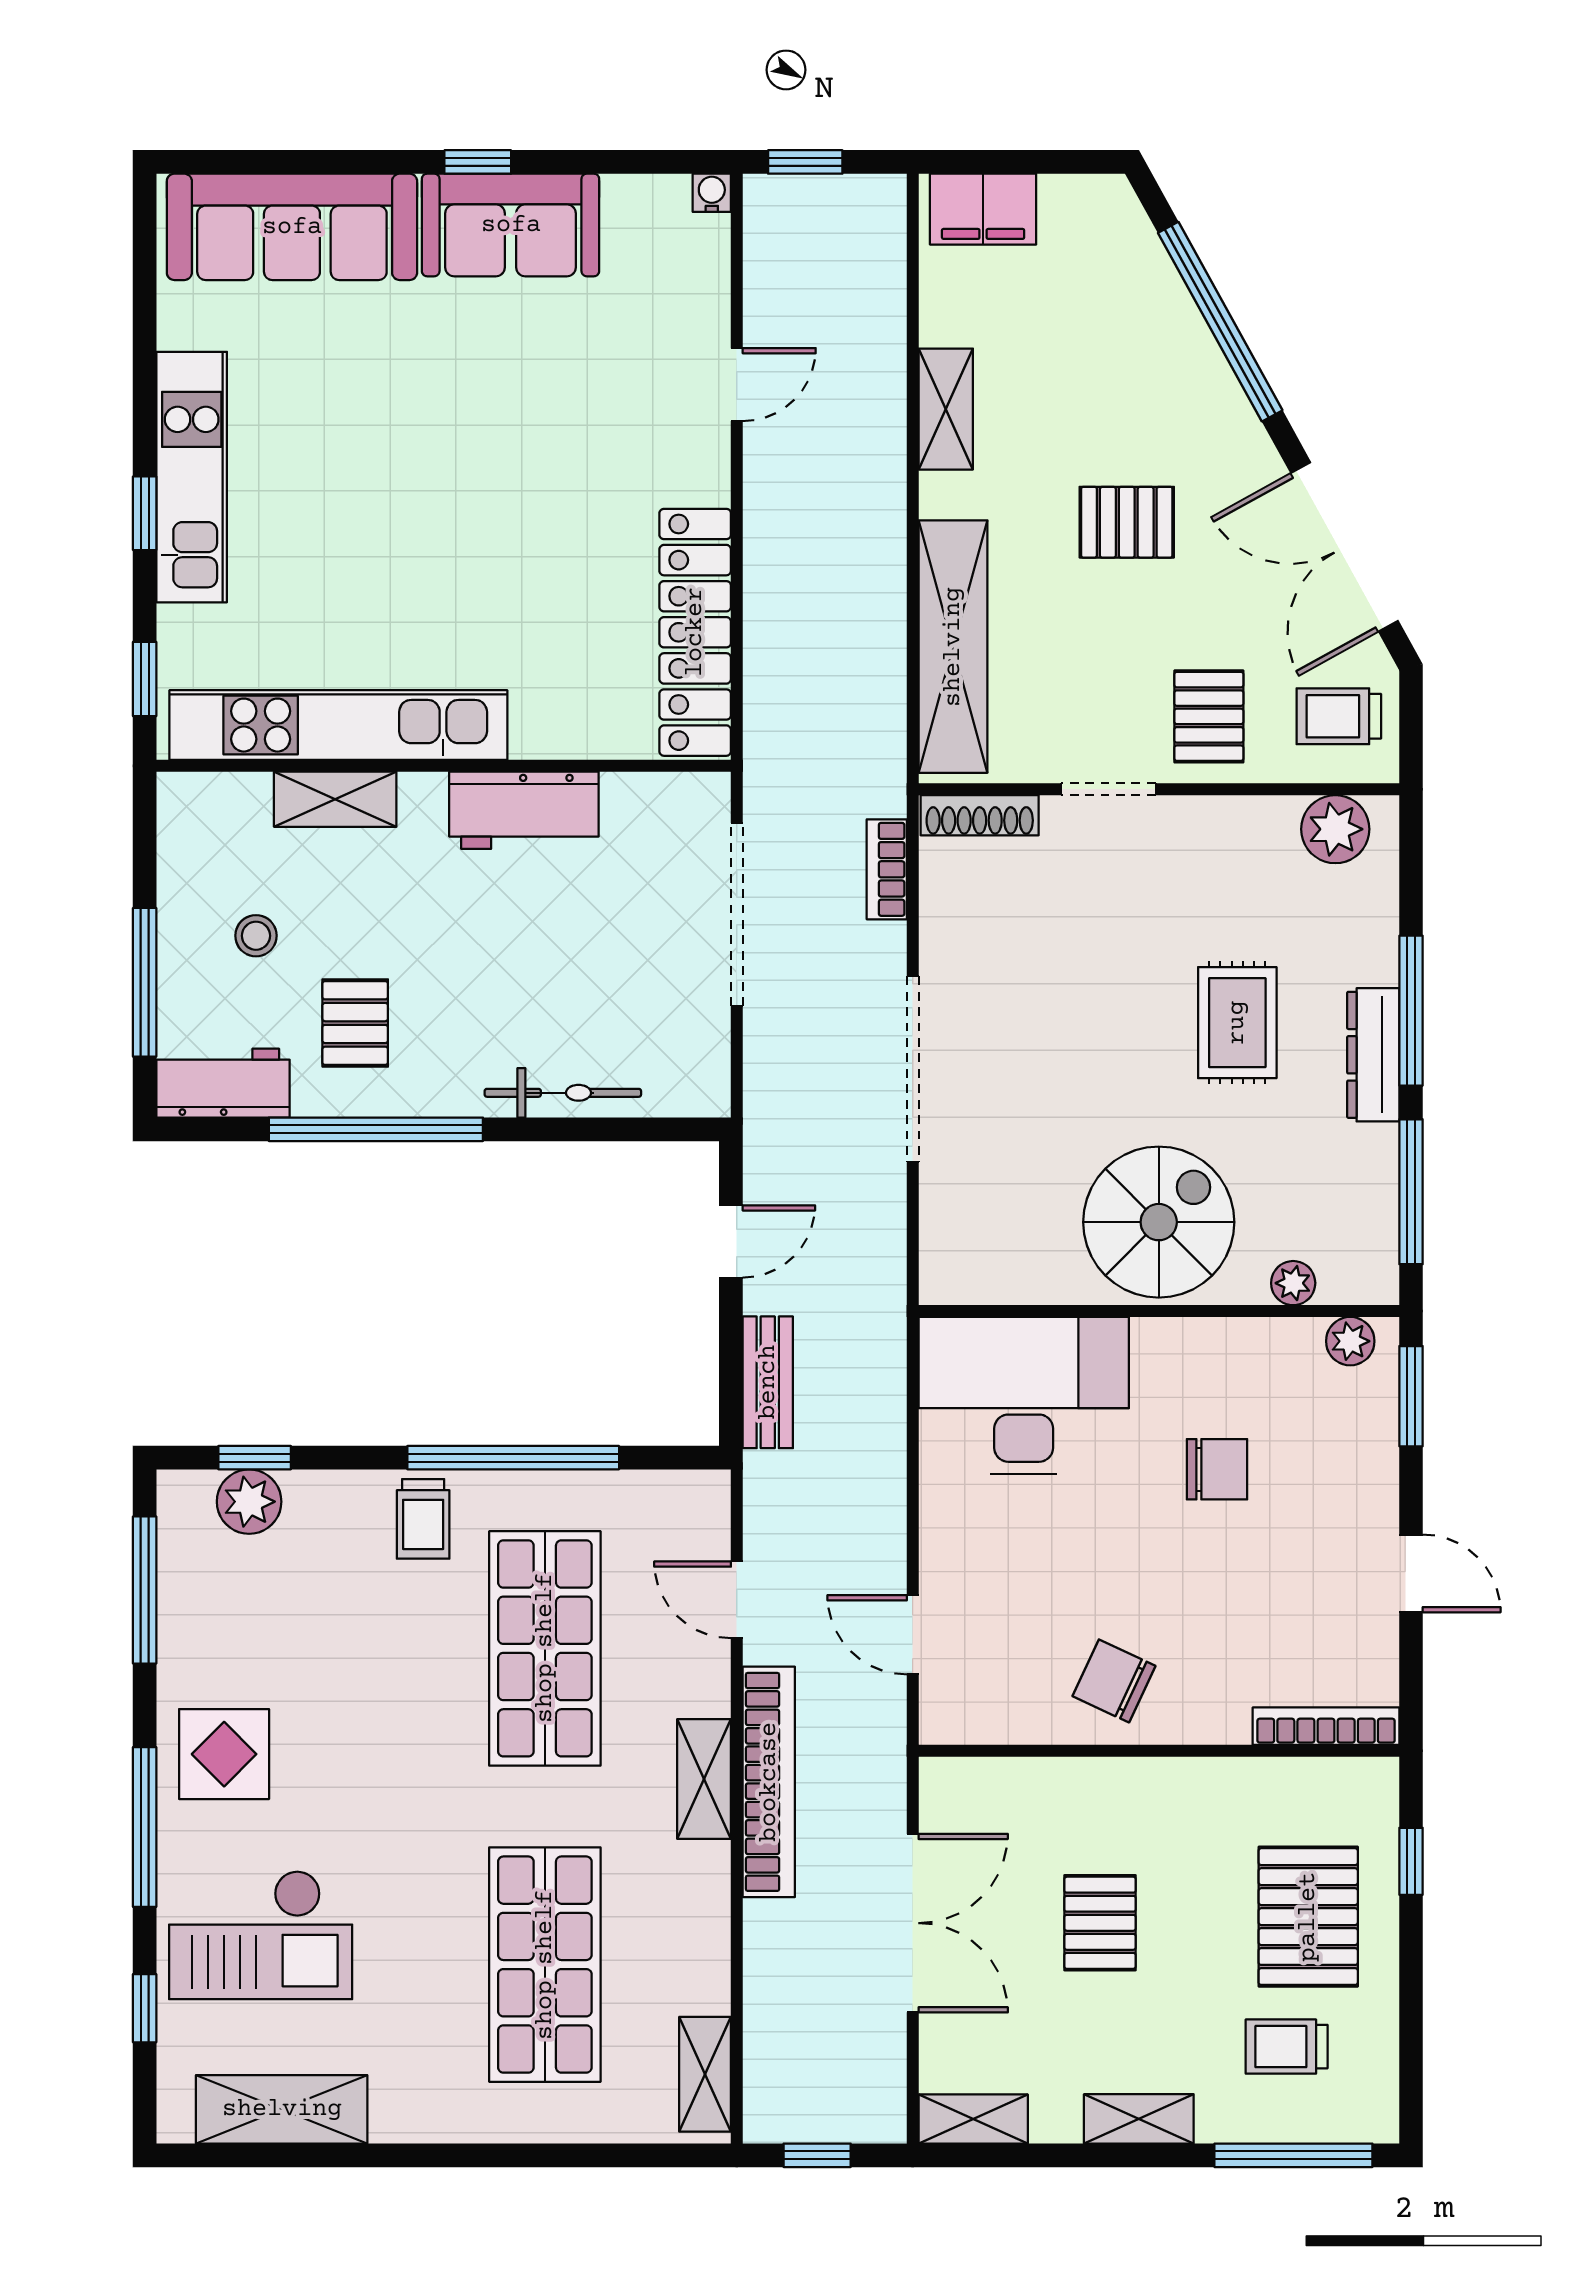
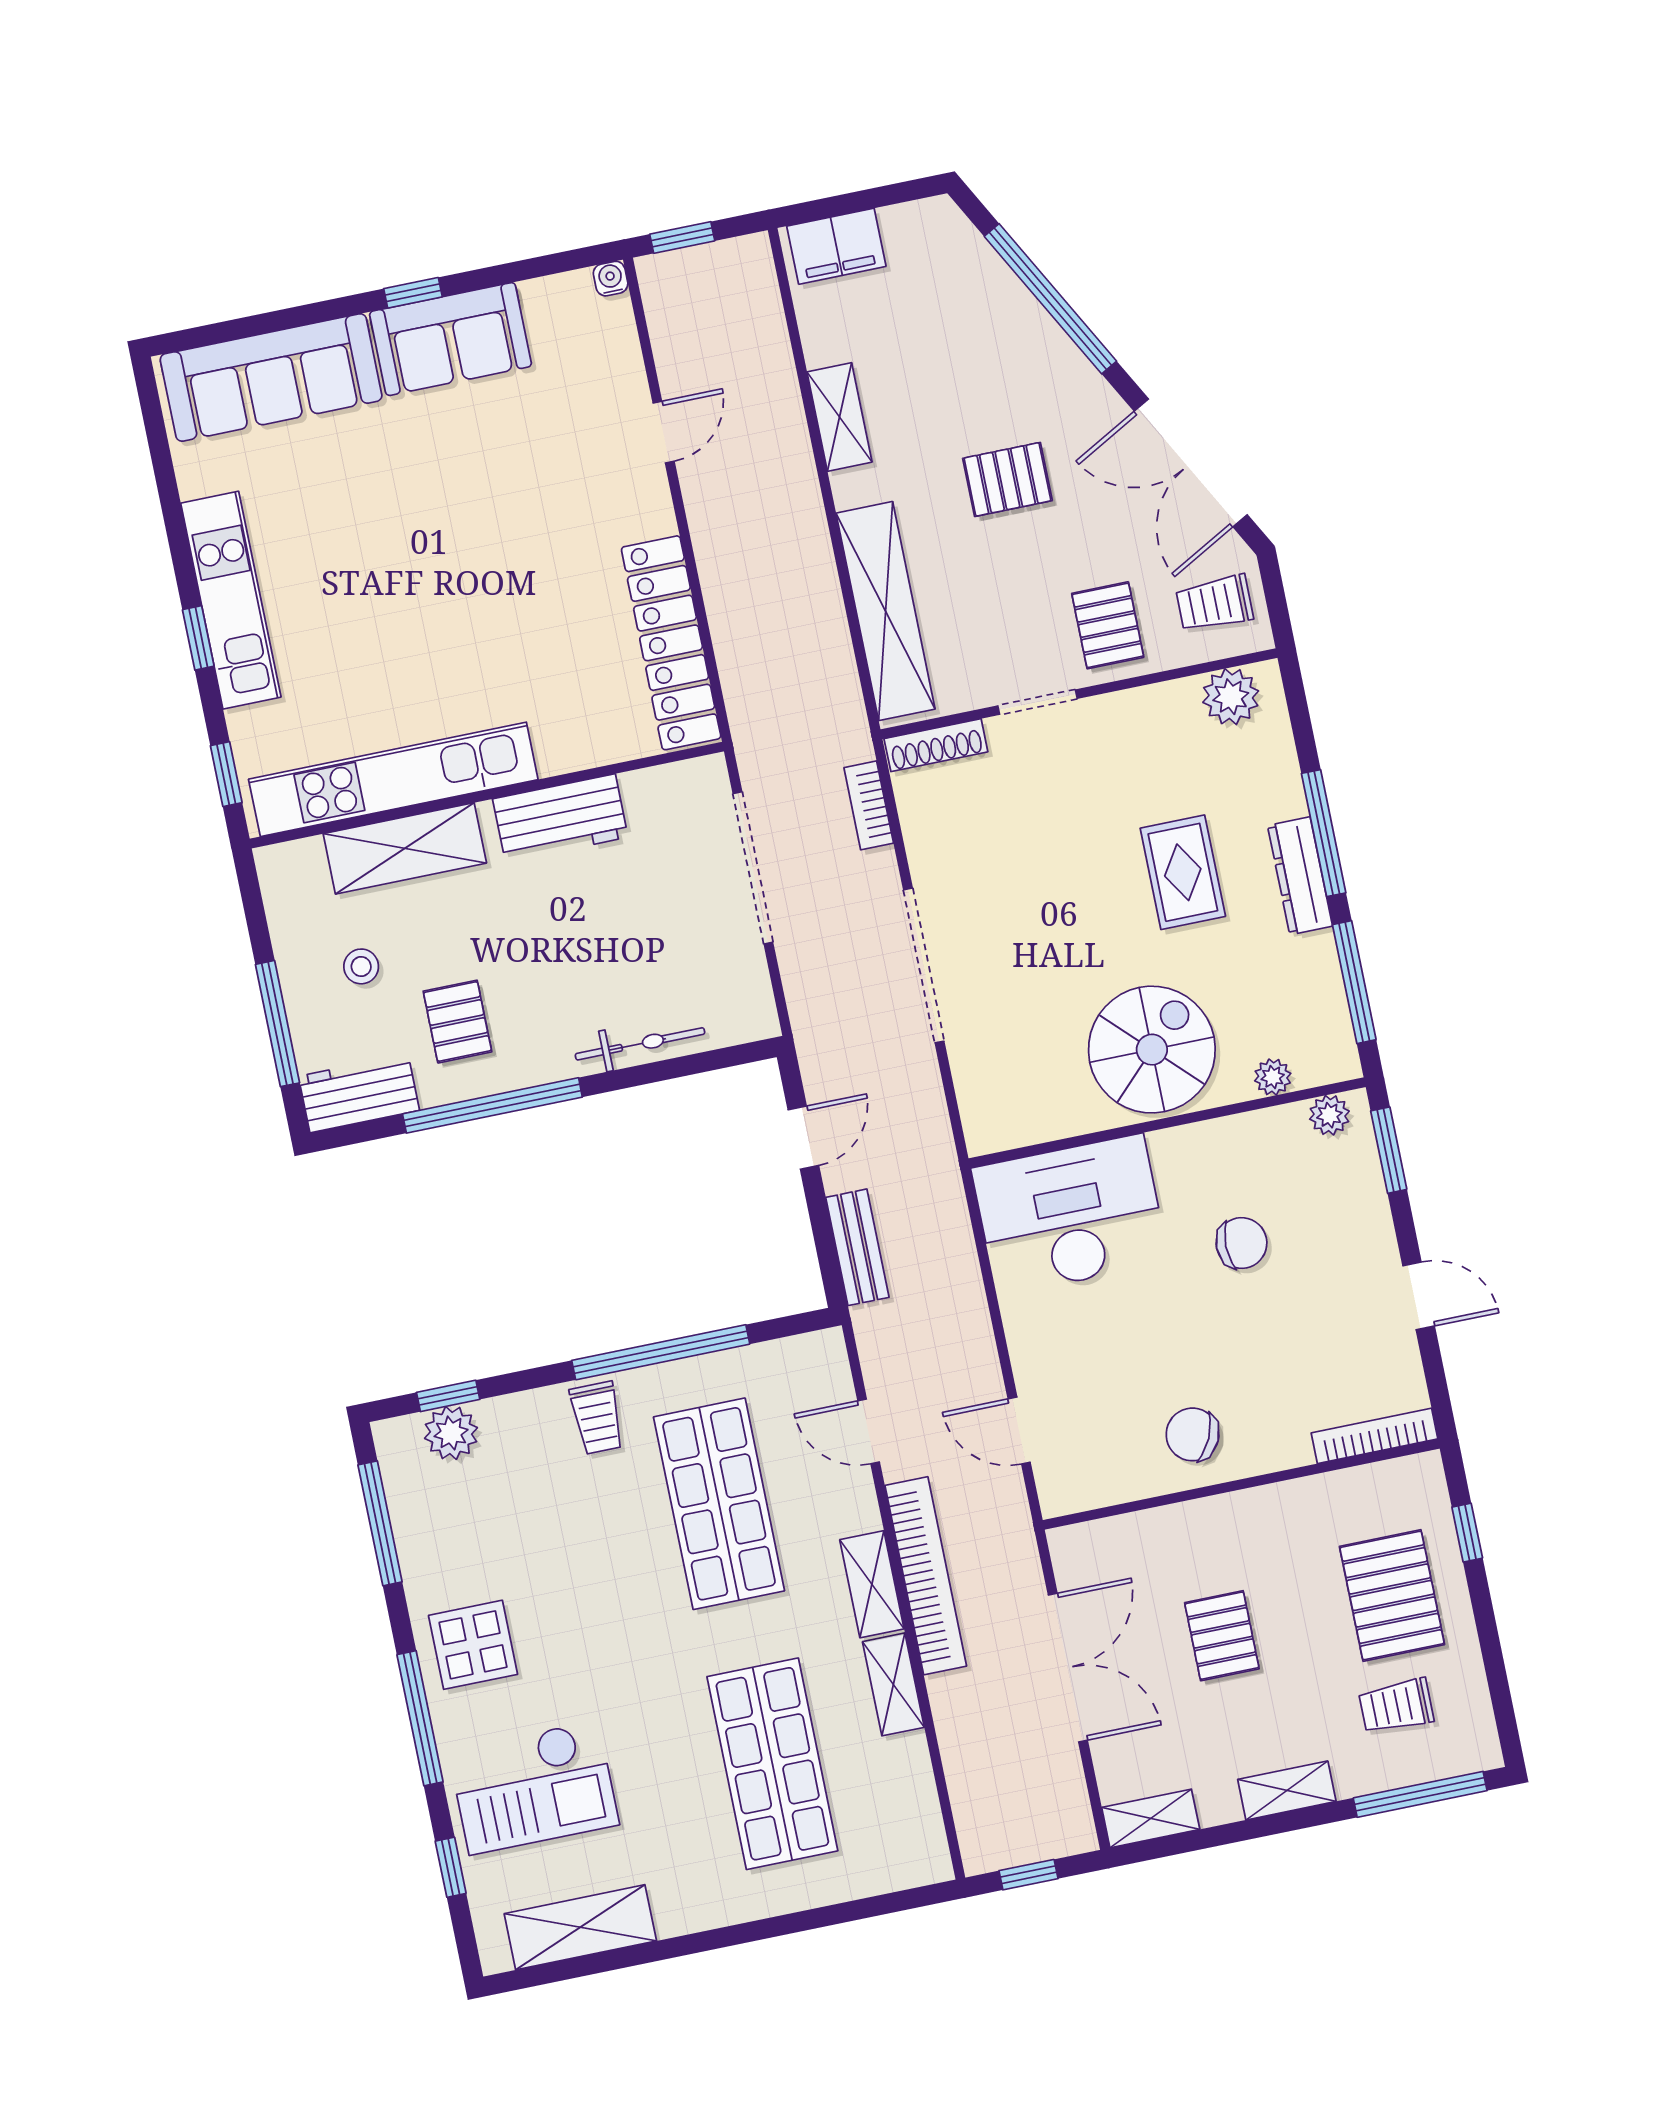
shelving: (335, 799) -> (405, 848), width x1.50, depth x1.33
shelving: (705, 2074) -> (893, 1684), moved

